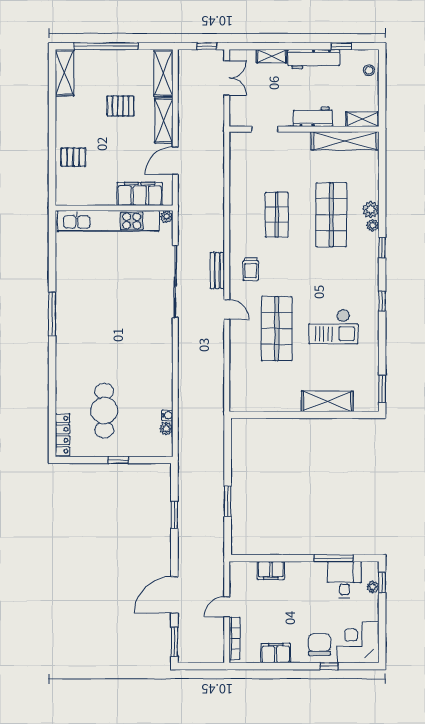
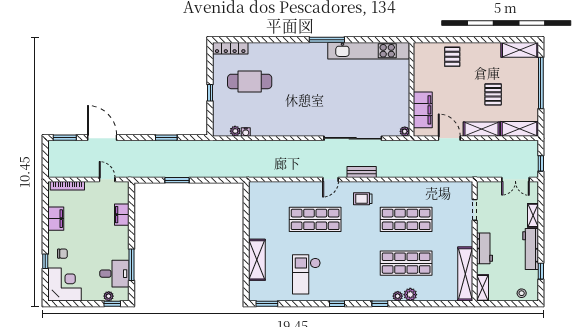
shop shelf: (277, 215) -> (406, 219), width x1.43, depth x1.36
kitchen unit: (108, 221) -> (369, 51), moved, turned -90
checkout: (333, 327) -> (306, 274), moved
door: (227, 607) -> (107, 179), moved
chair: (319, 645) -> (62, 254), width x0.54, depth x0.54

